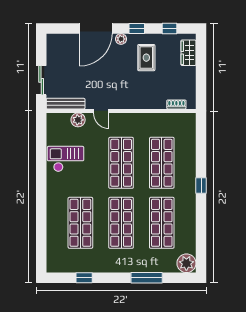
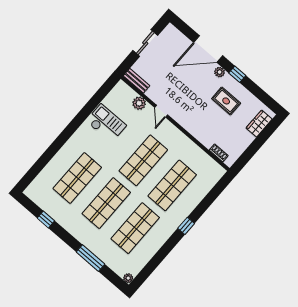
window: (170, 28) -> (261, 95), removed
rug: (146, 58) -> (226, 101), turned 90
sliding door: (41, 80) -> (145, 43), moved
bench: (66, 104) -> (137, 81), width x0.73
plant: (186, 263) -> (128, 278), width x0.53, depth x0.53

